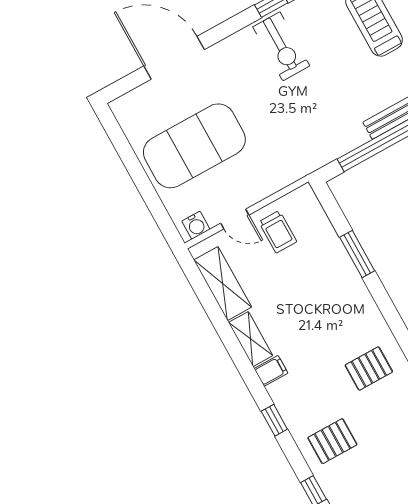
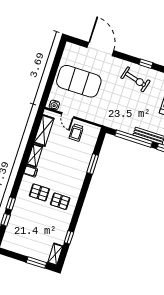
exercise bike: (281, 46) -> (135, 79), turned -75
window: (274, 420) -> (11, 203), moved
pallet: (332, 441) -> (39, 192), moved

